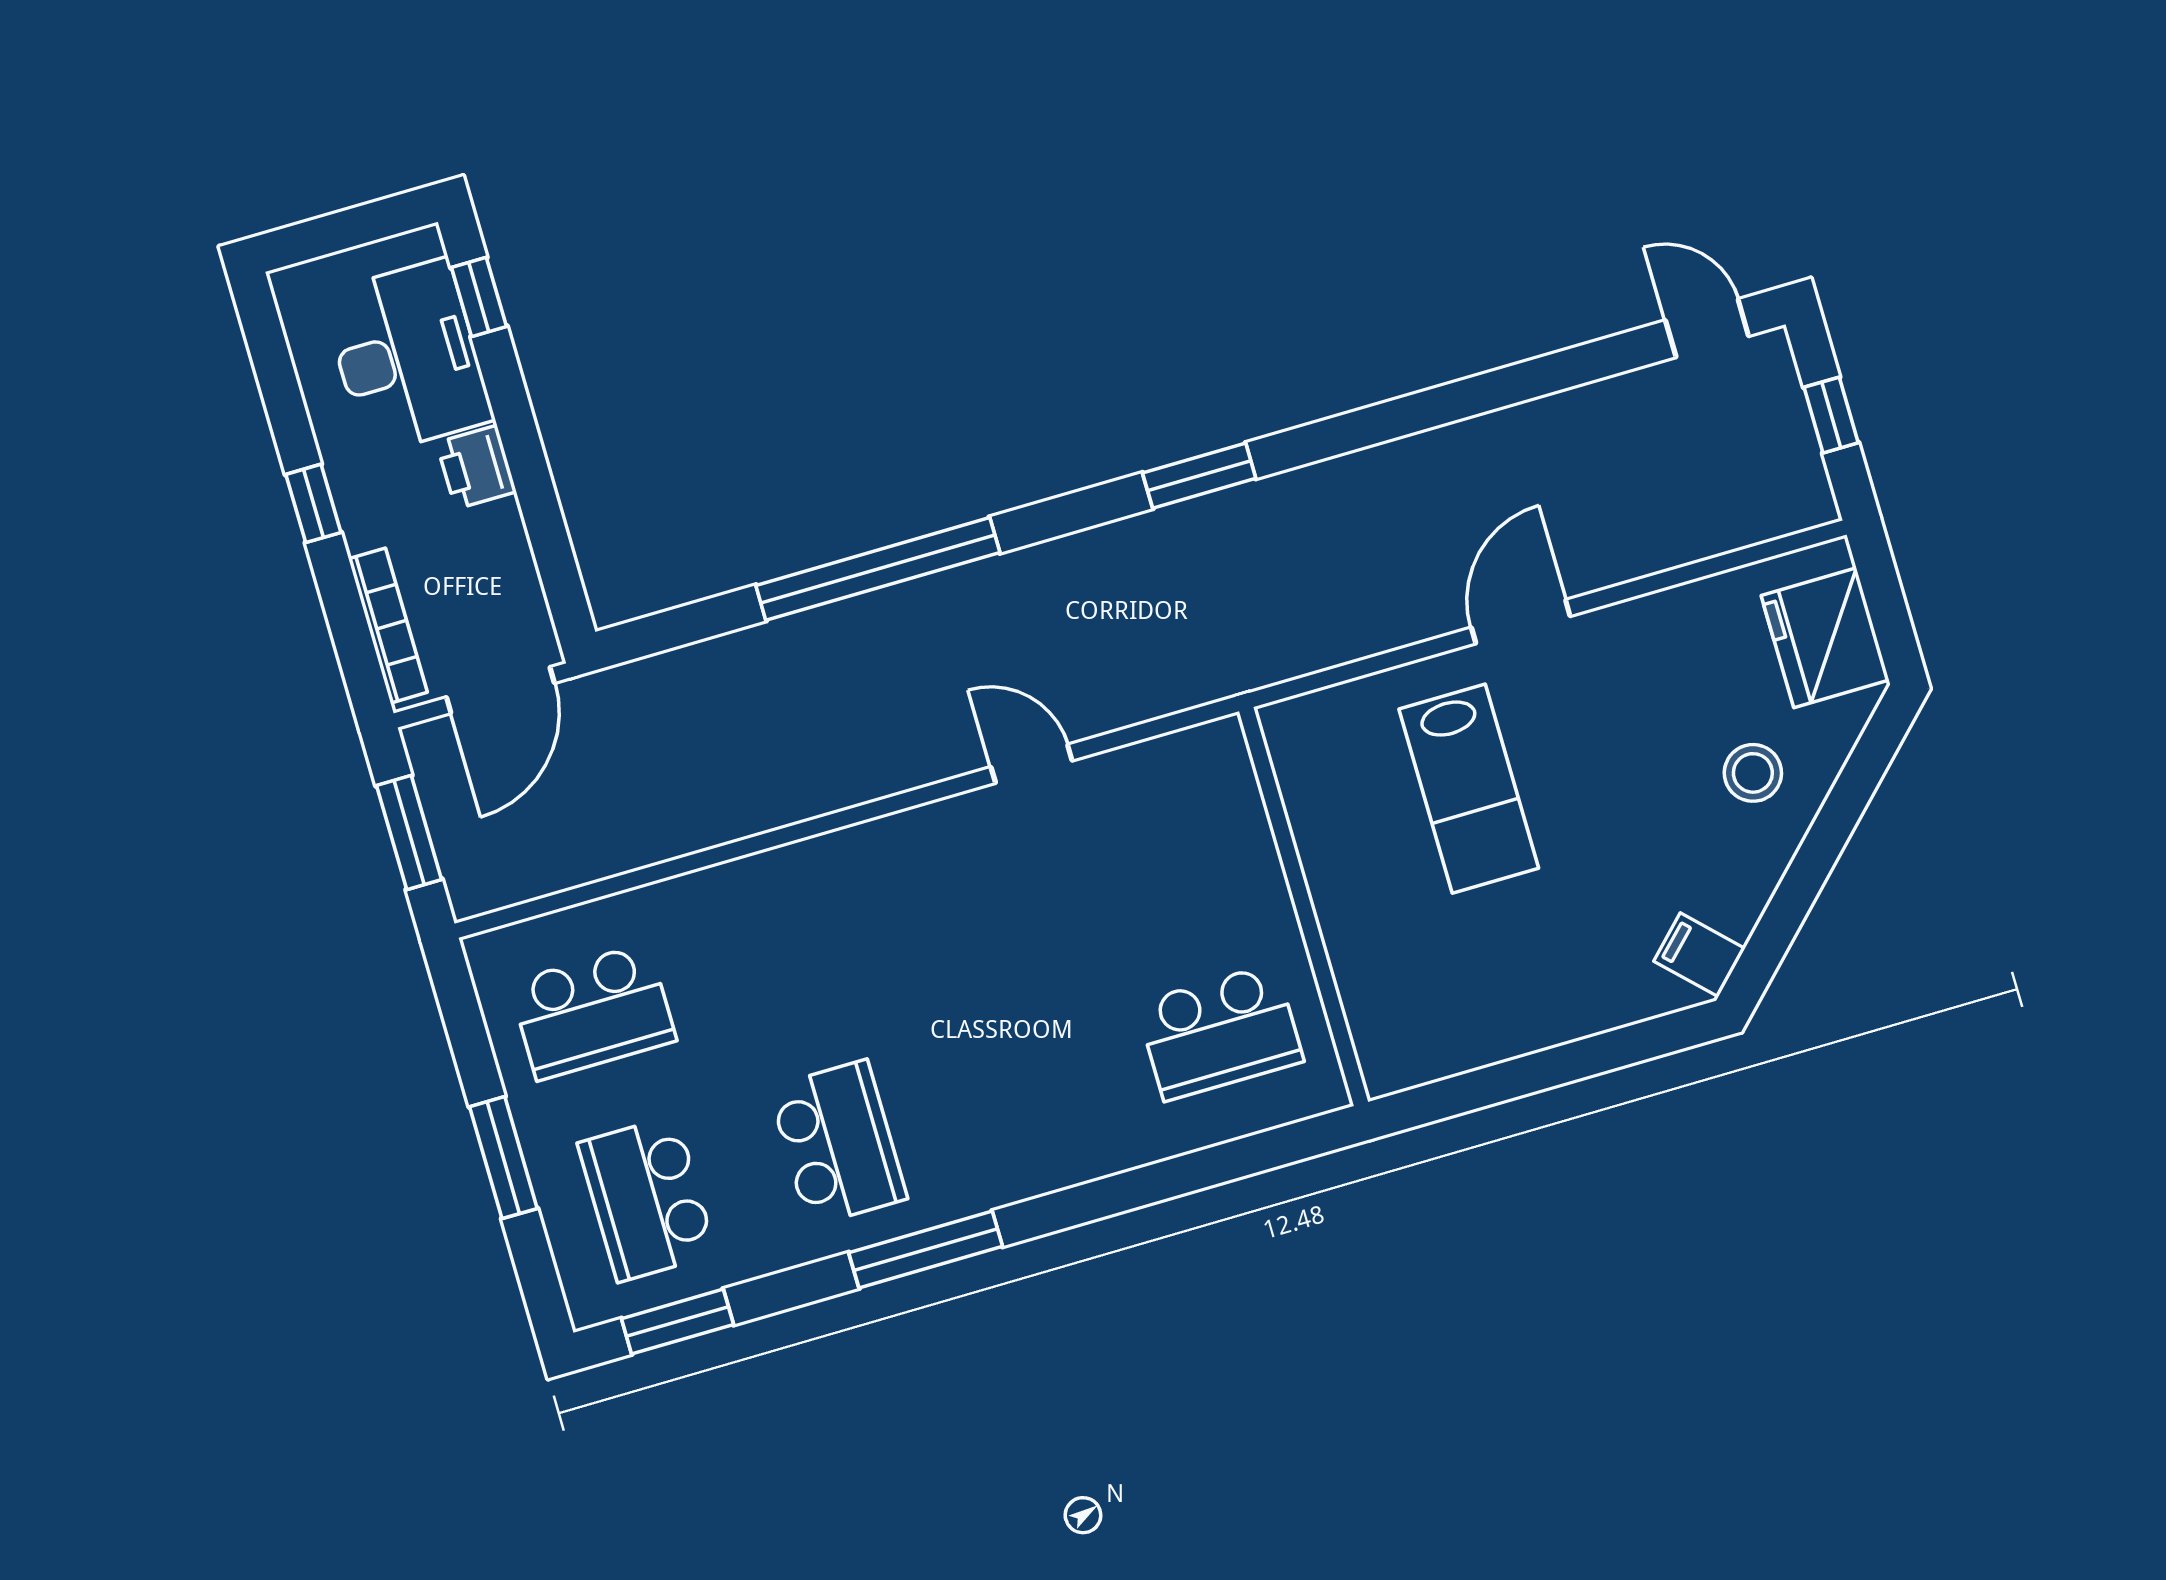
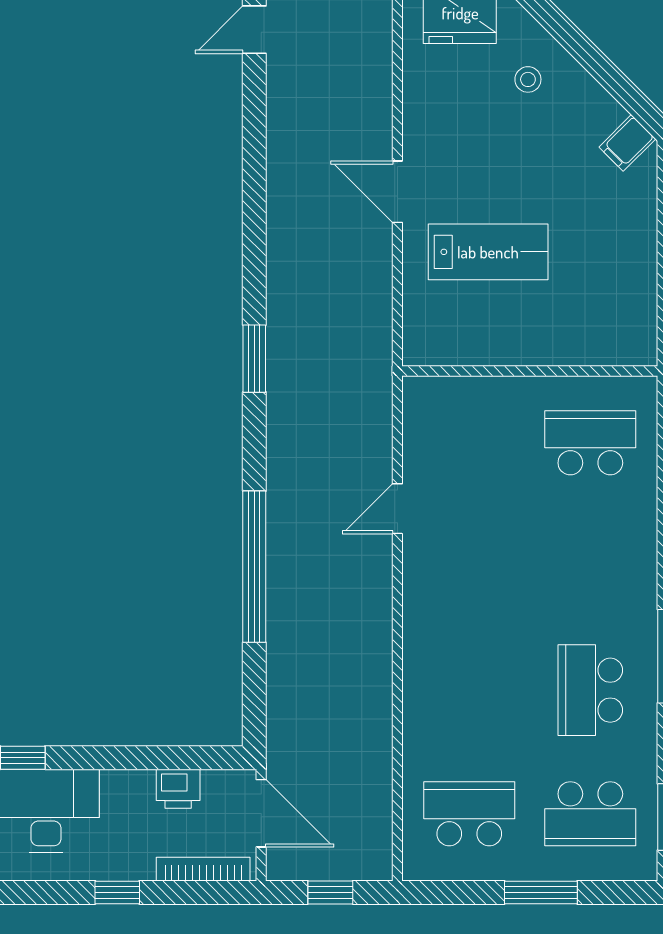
printer: (476, 467) -> (178, 789), moved
stool: (1753, 773) -> (528, 79), width x0.73, depth x0.73
window: (409, 832) -> (330, 892), width x0.67
school desk: (593, 1012) -> (469, 814), turned -90
school desk: (1220, 1032) -> (590, 443), turned -90
school desk: (838, 1143) -> (590, 690), turned -90

